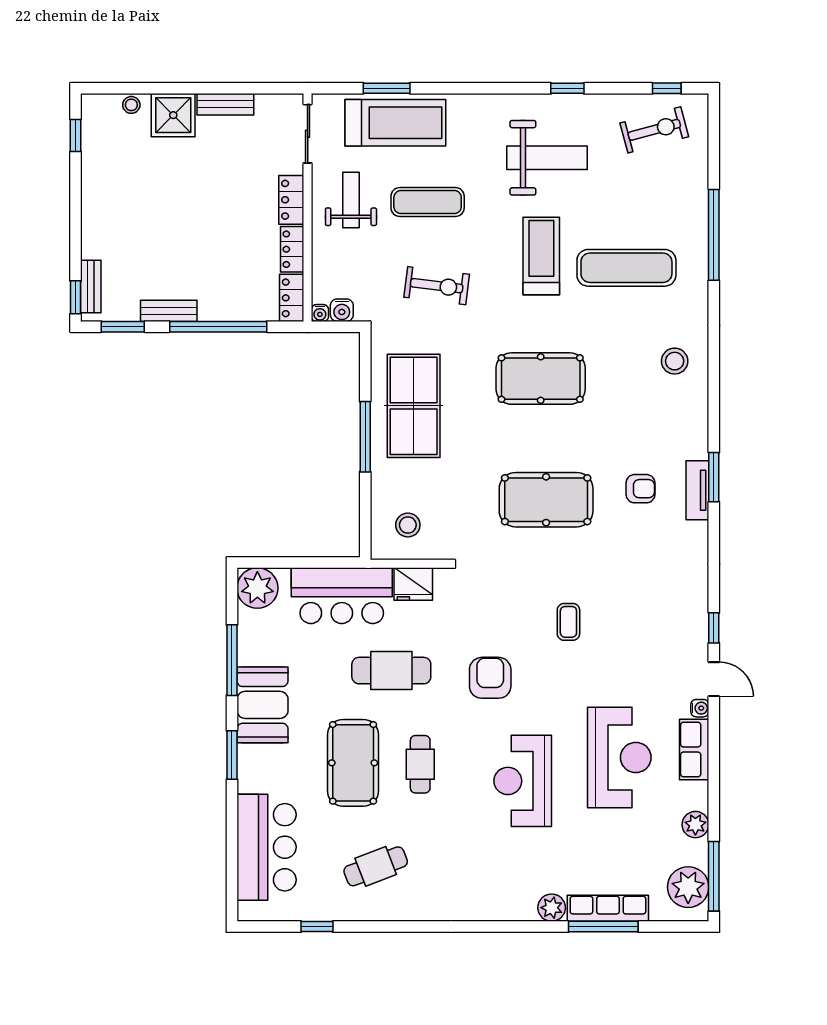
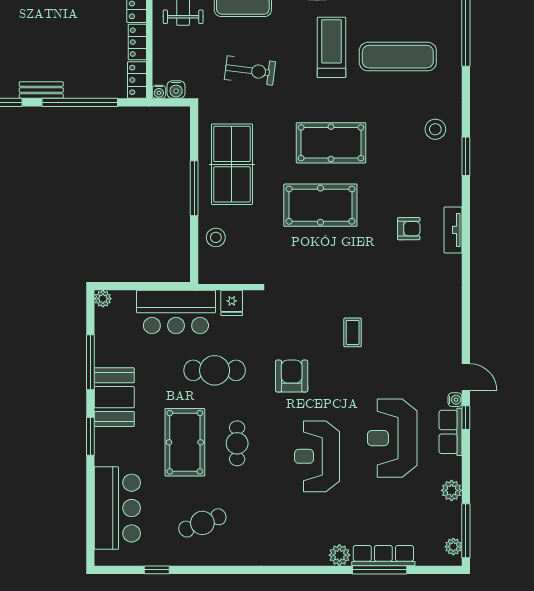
window: (714, 477) -> (466, 156), moved
pool table: (546, 500) -> (320, 205), moved
stool: (408, 525) -> (216, 237), moved
fridge: (413, 584) -> (232, 303), width x0.72
plant: (257, 588) -> (103, 299), width x0.53, depth x0.53
window: (714, 628) -> (466, 418), moved
reception desk: (619, 758) -> (392, 438), turned 180
plant: (688, 887) -> (453, 547), width x0.53, depth x0.53

